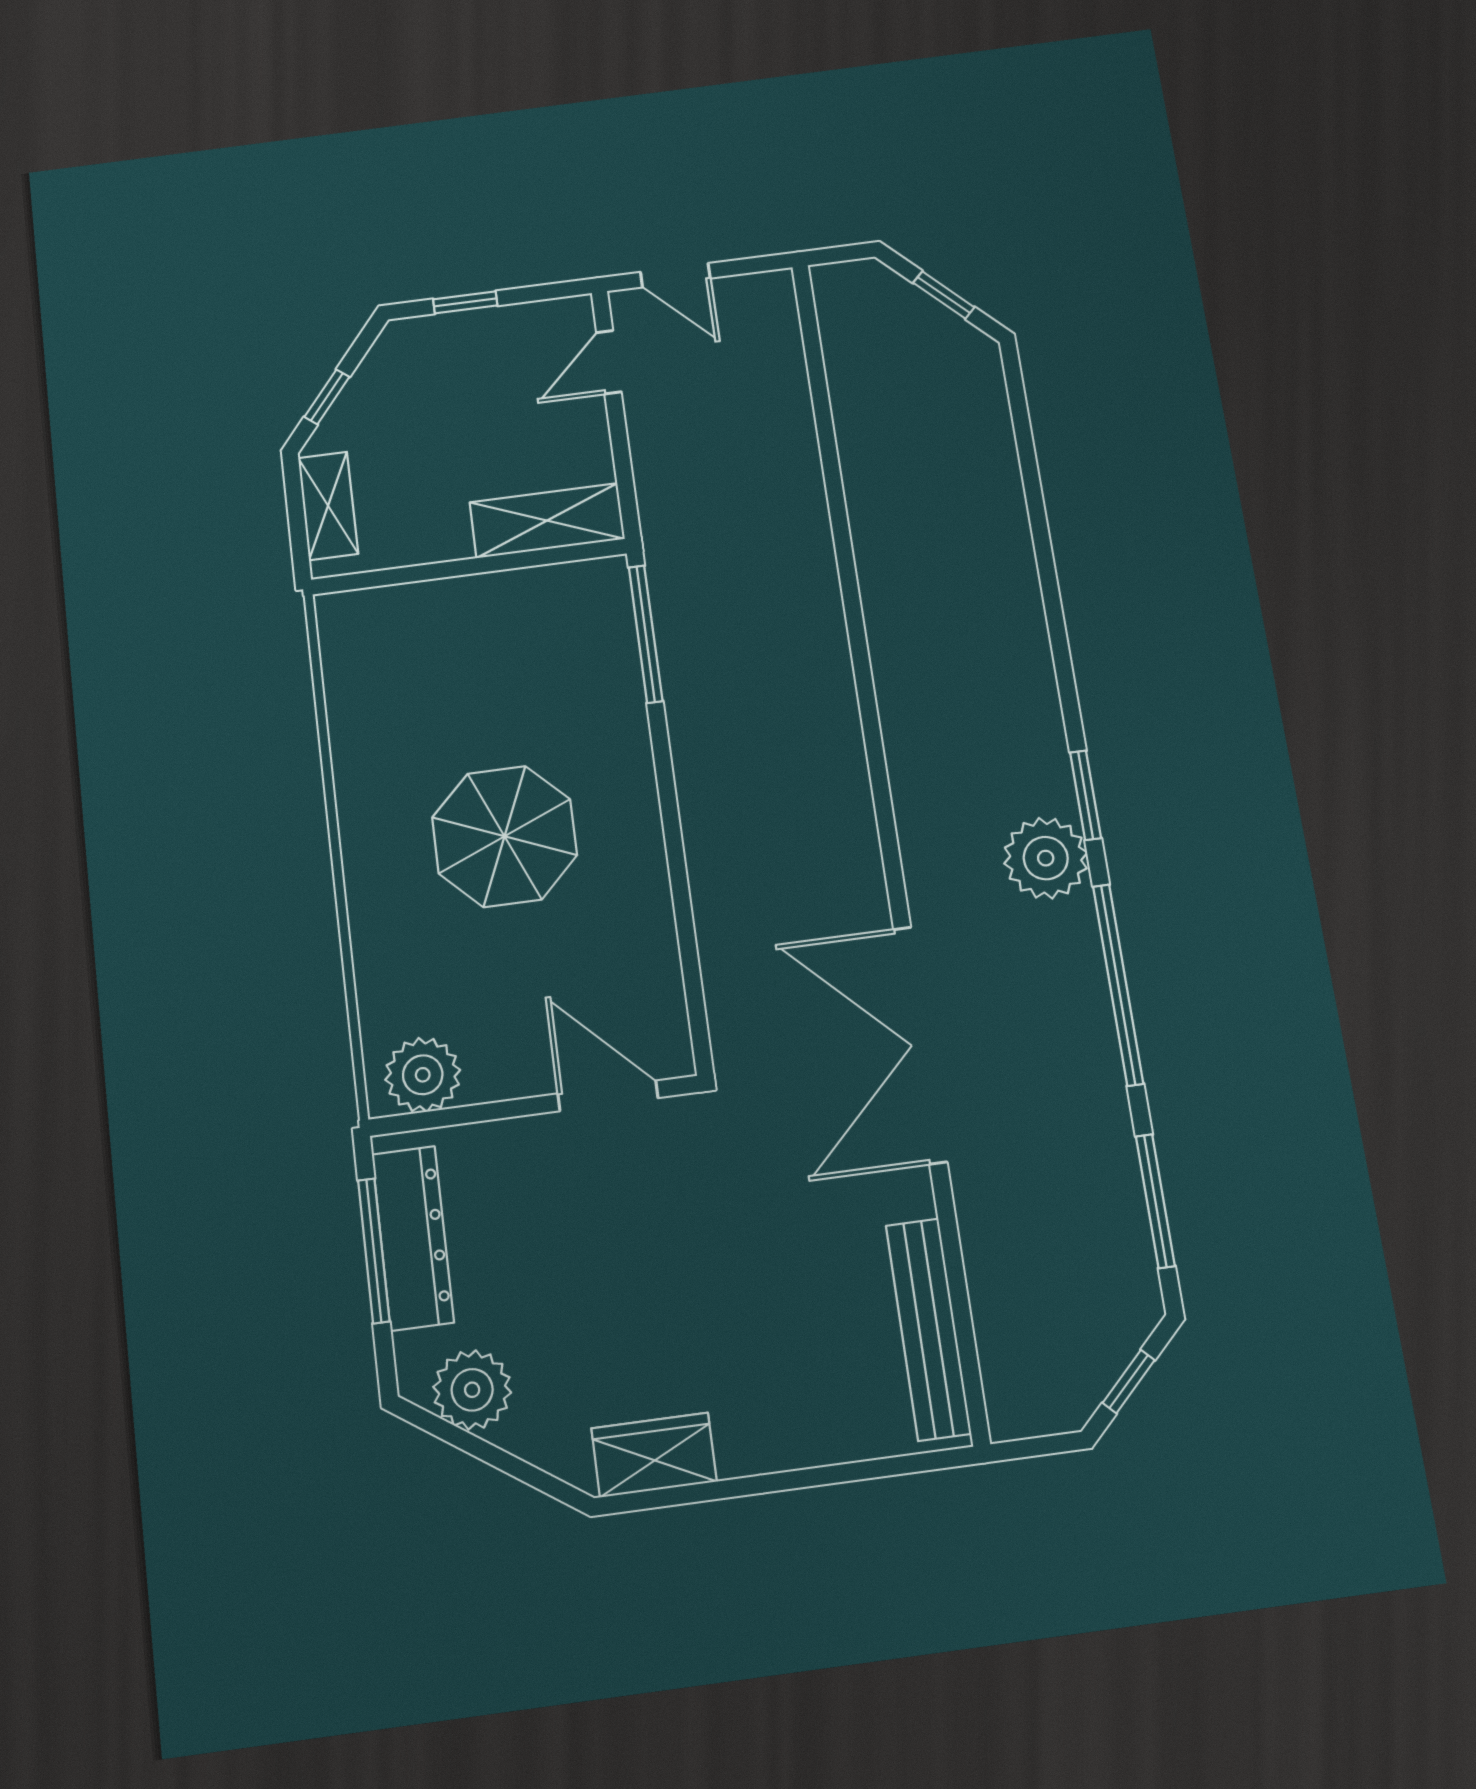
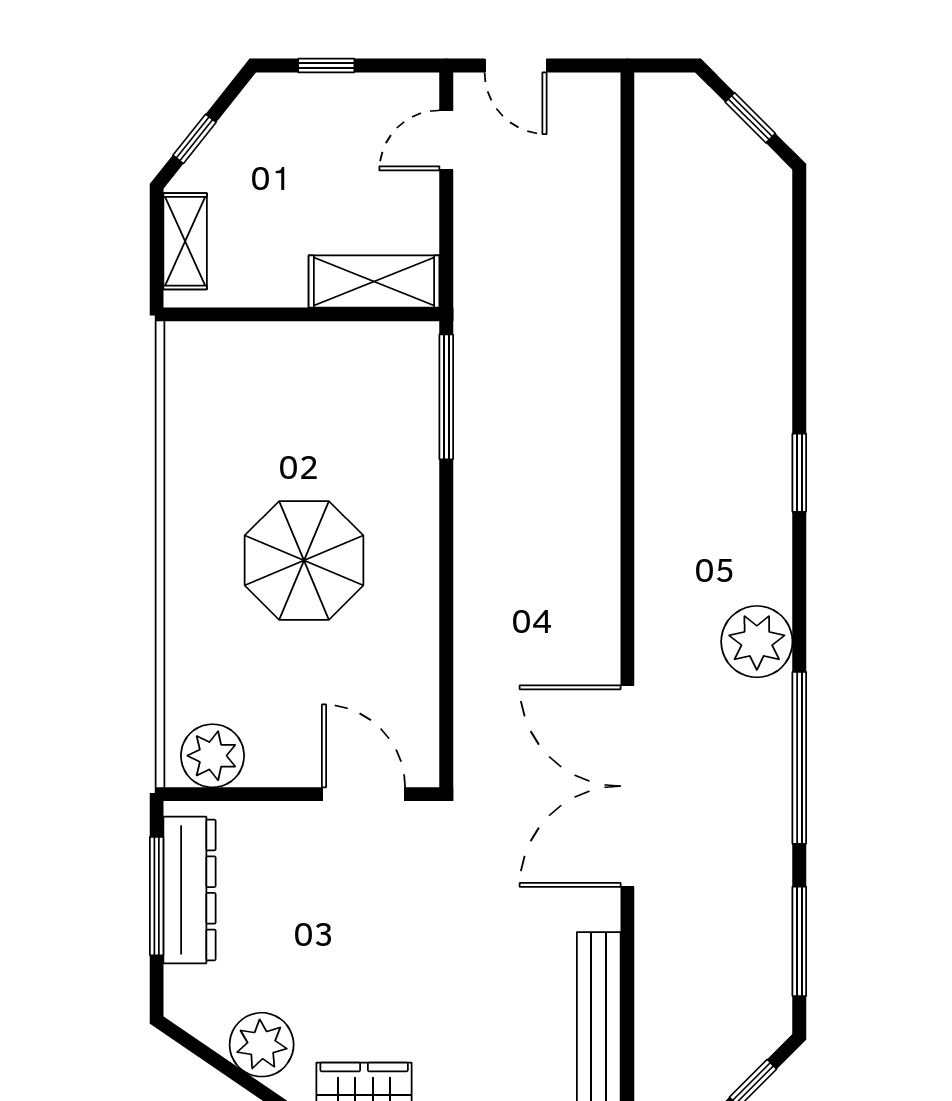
window: (1086, 795) -> (799, 473), moved
plant: (472, 1390) -> (262, 1045), moved

